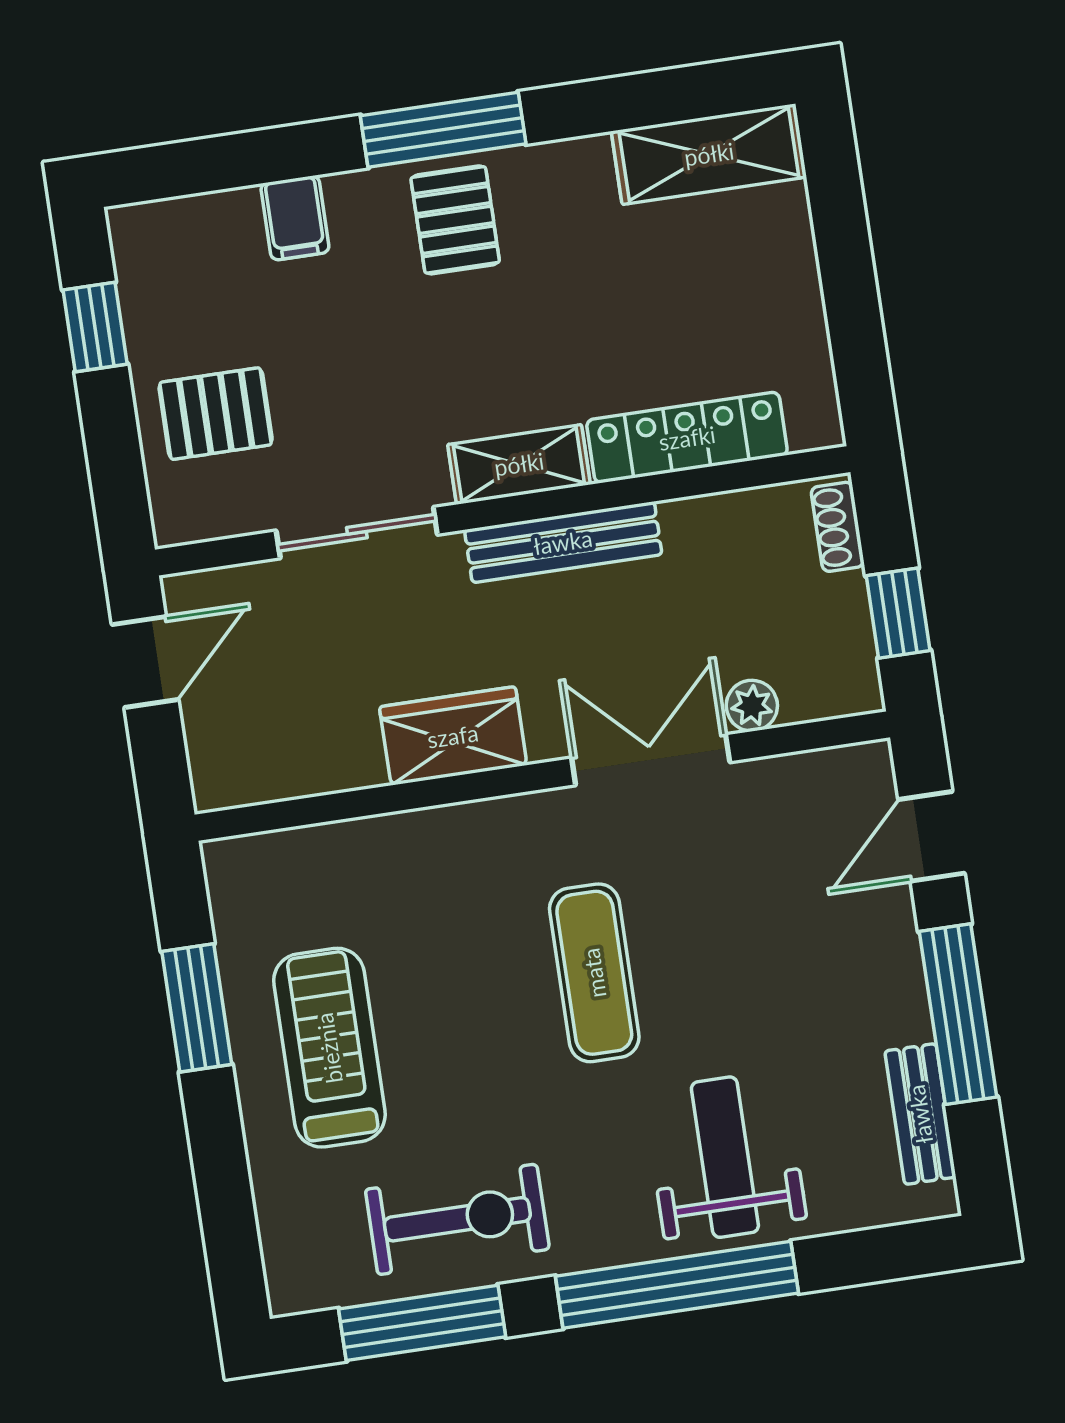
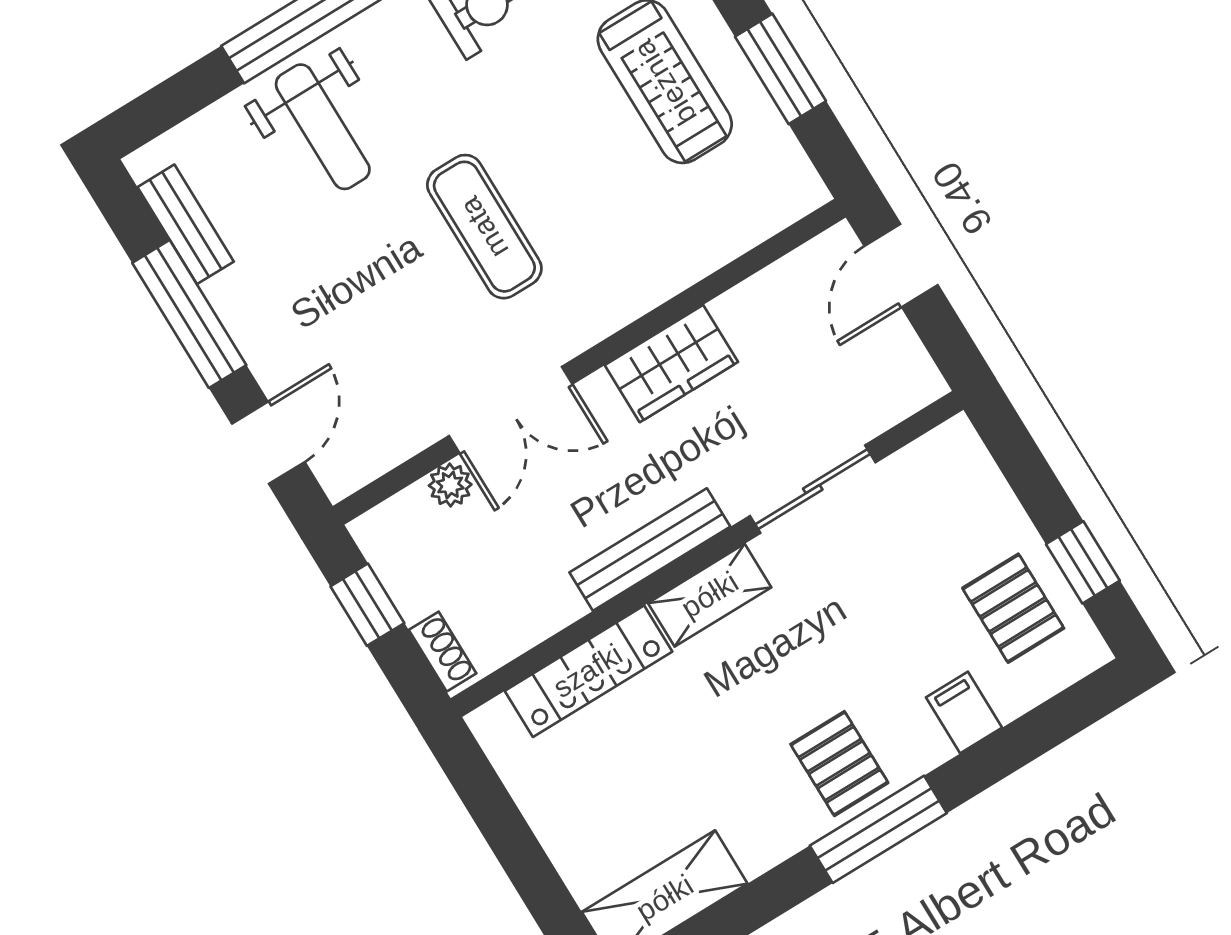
pallet: (216, 414) -> (1013, 608), moved, turned 90
door: (145, 662) -> (901, 266), moved

